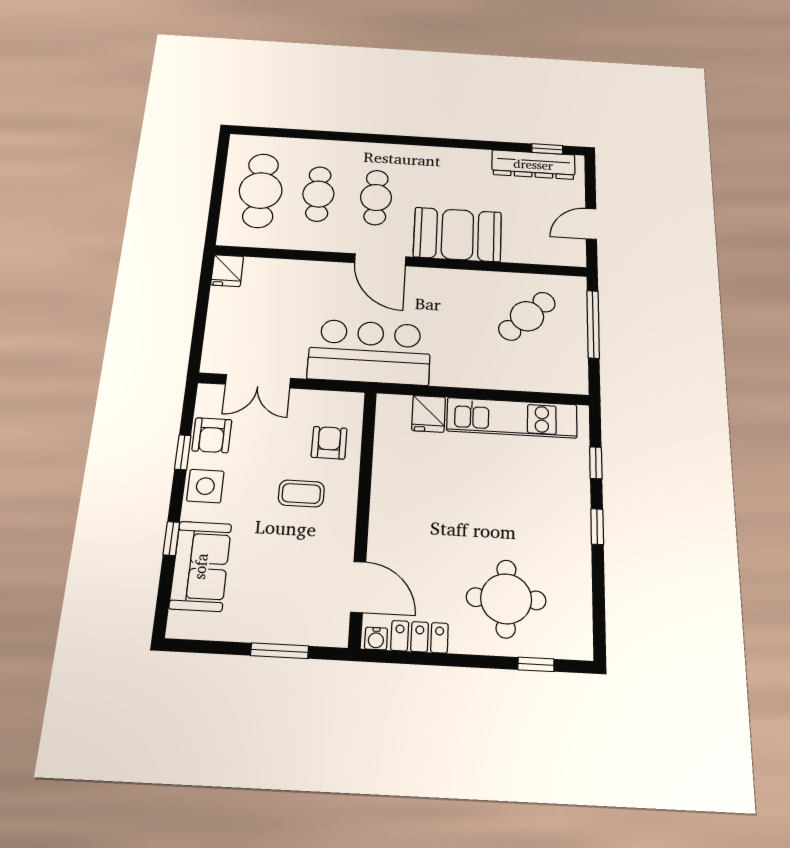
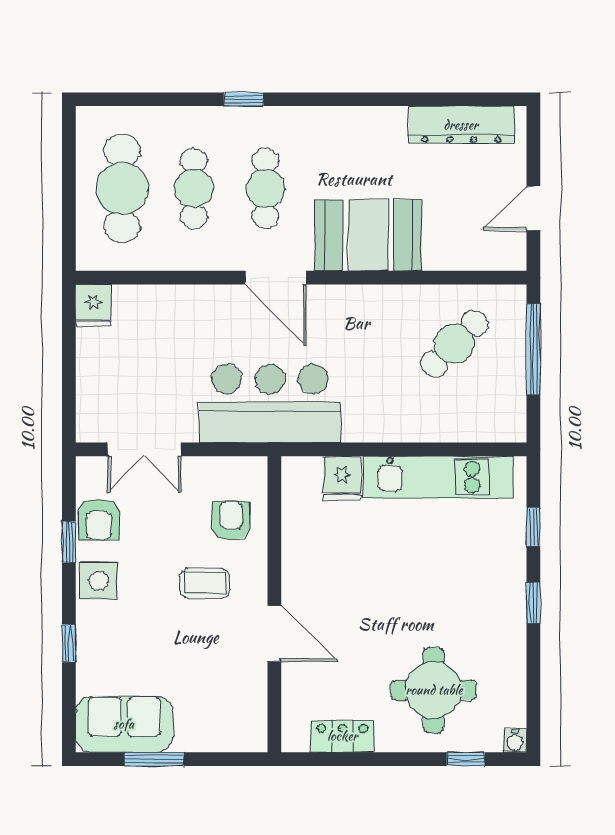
window: (547, 149) -> (244, 99), moved
sofa: (201, 566) -> (124, 724), moved, turned -90
door: (358, 587) -> (274, 634), moved
water cooler: (376, 639) -> (515, 741), moved
window: (280, 651) -> (154, 759), moved

